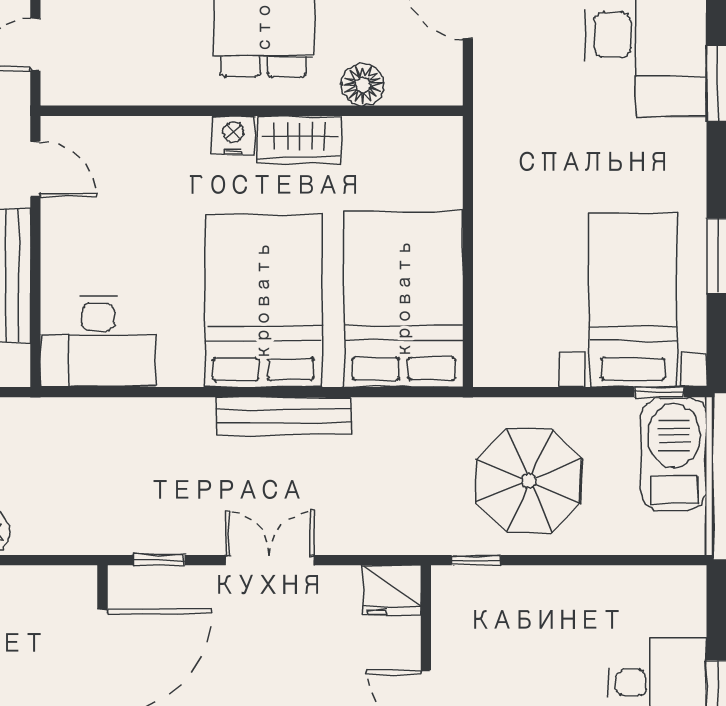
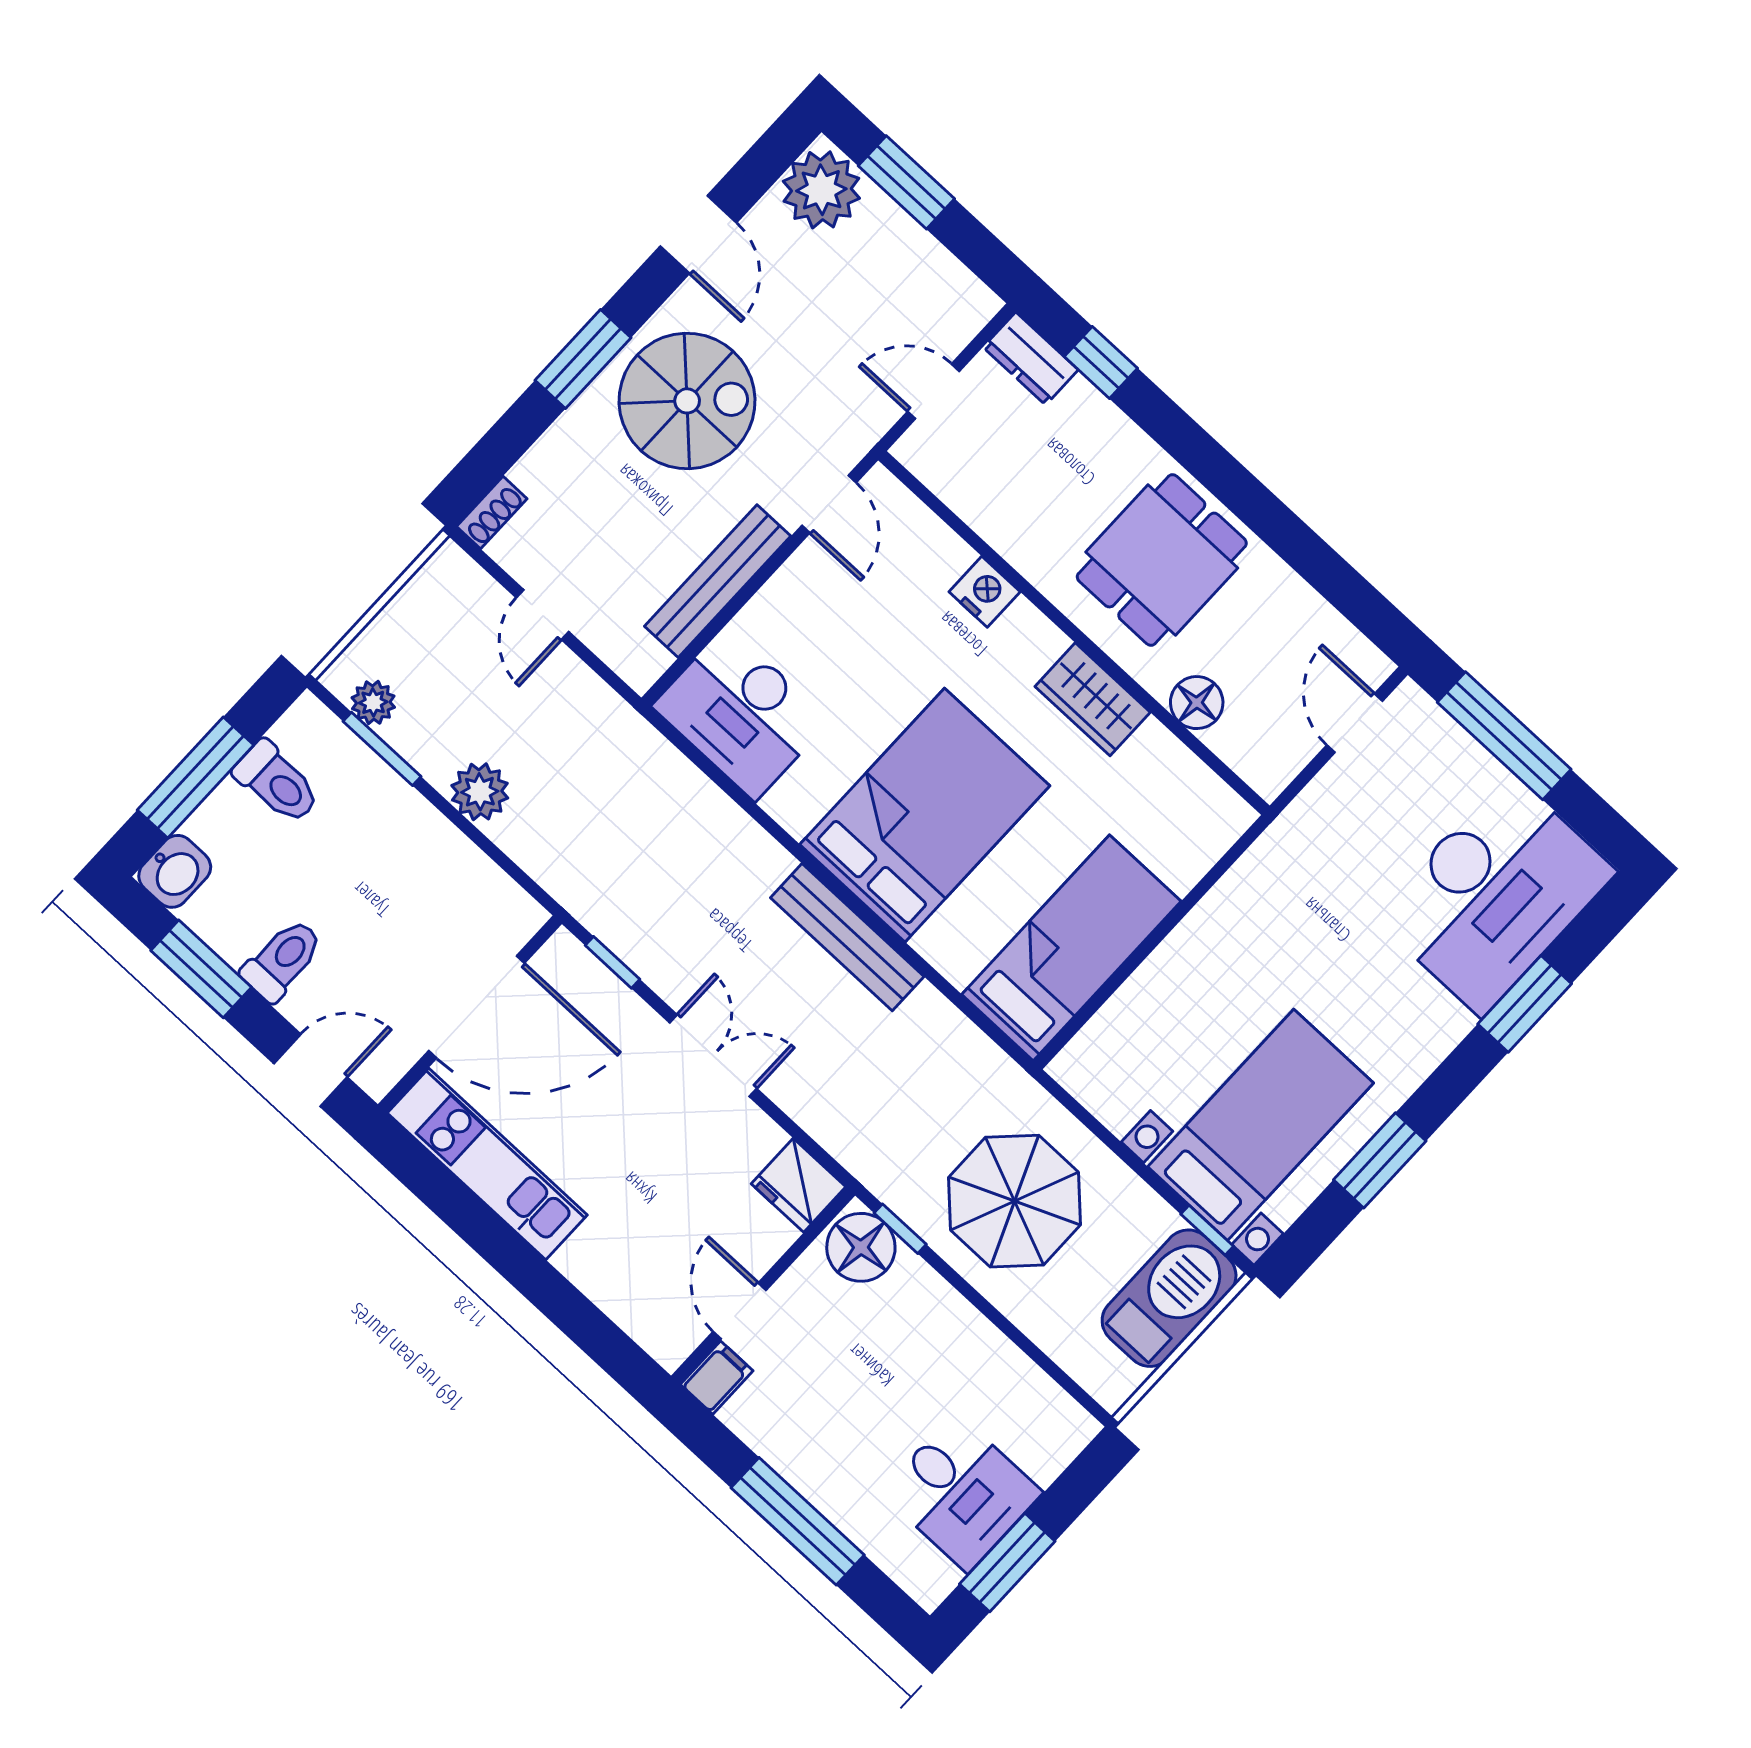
nightstand: (233, 135) -> (985, 592), moved
bed: (404, 299) -> (1071, 948), width x0.67
floor lamp: (463, 593) -> (861, 1247), added

